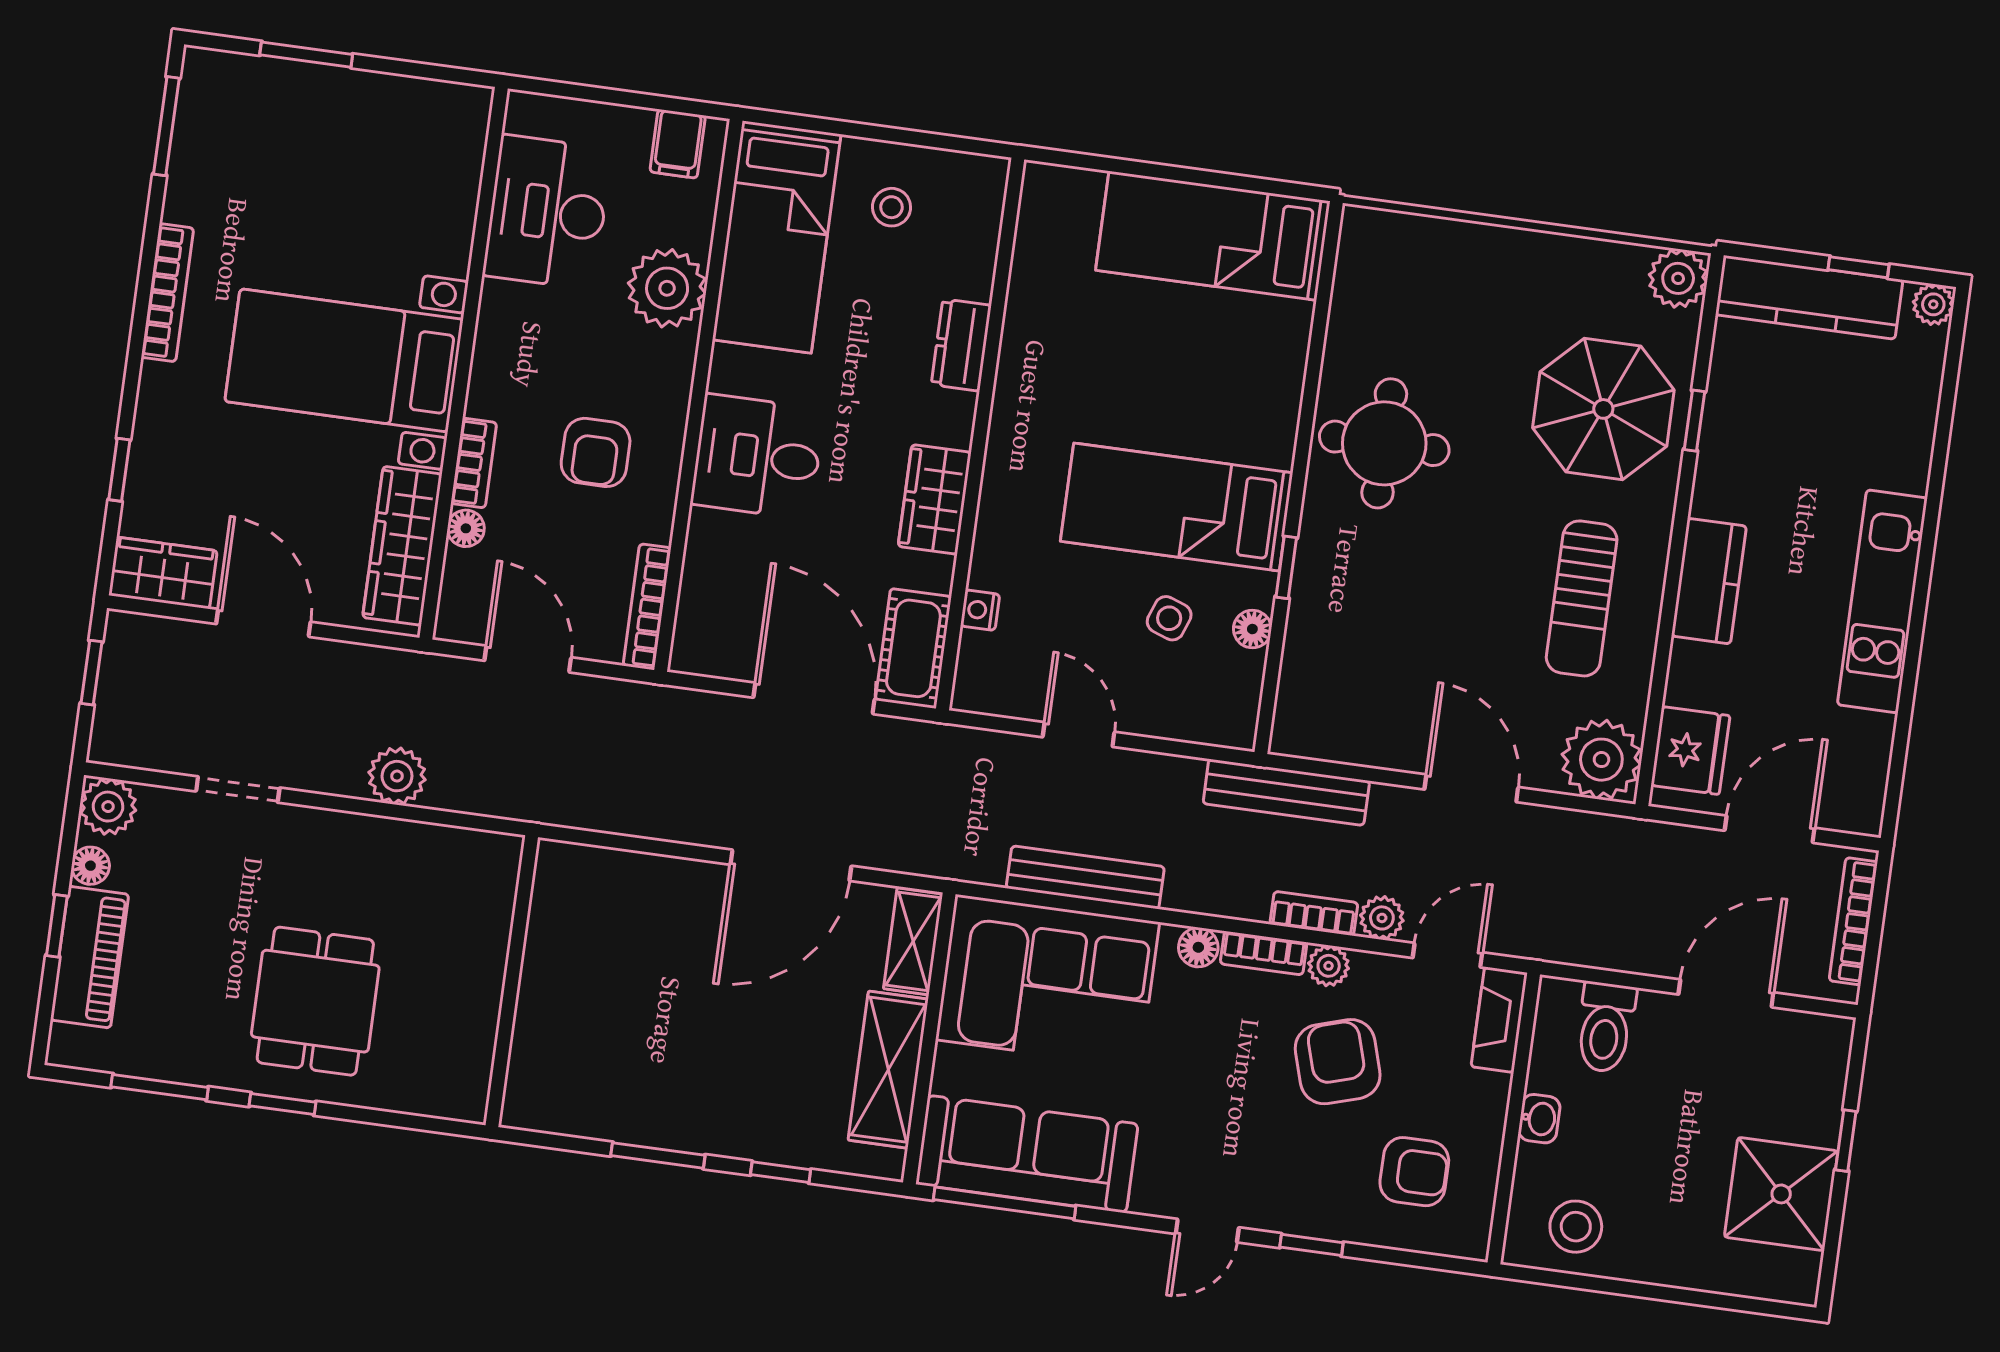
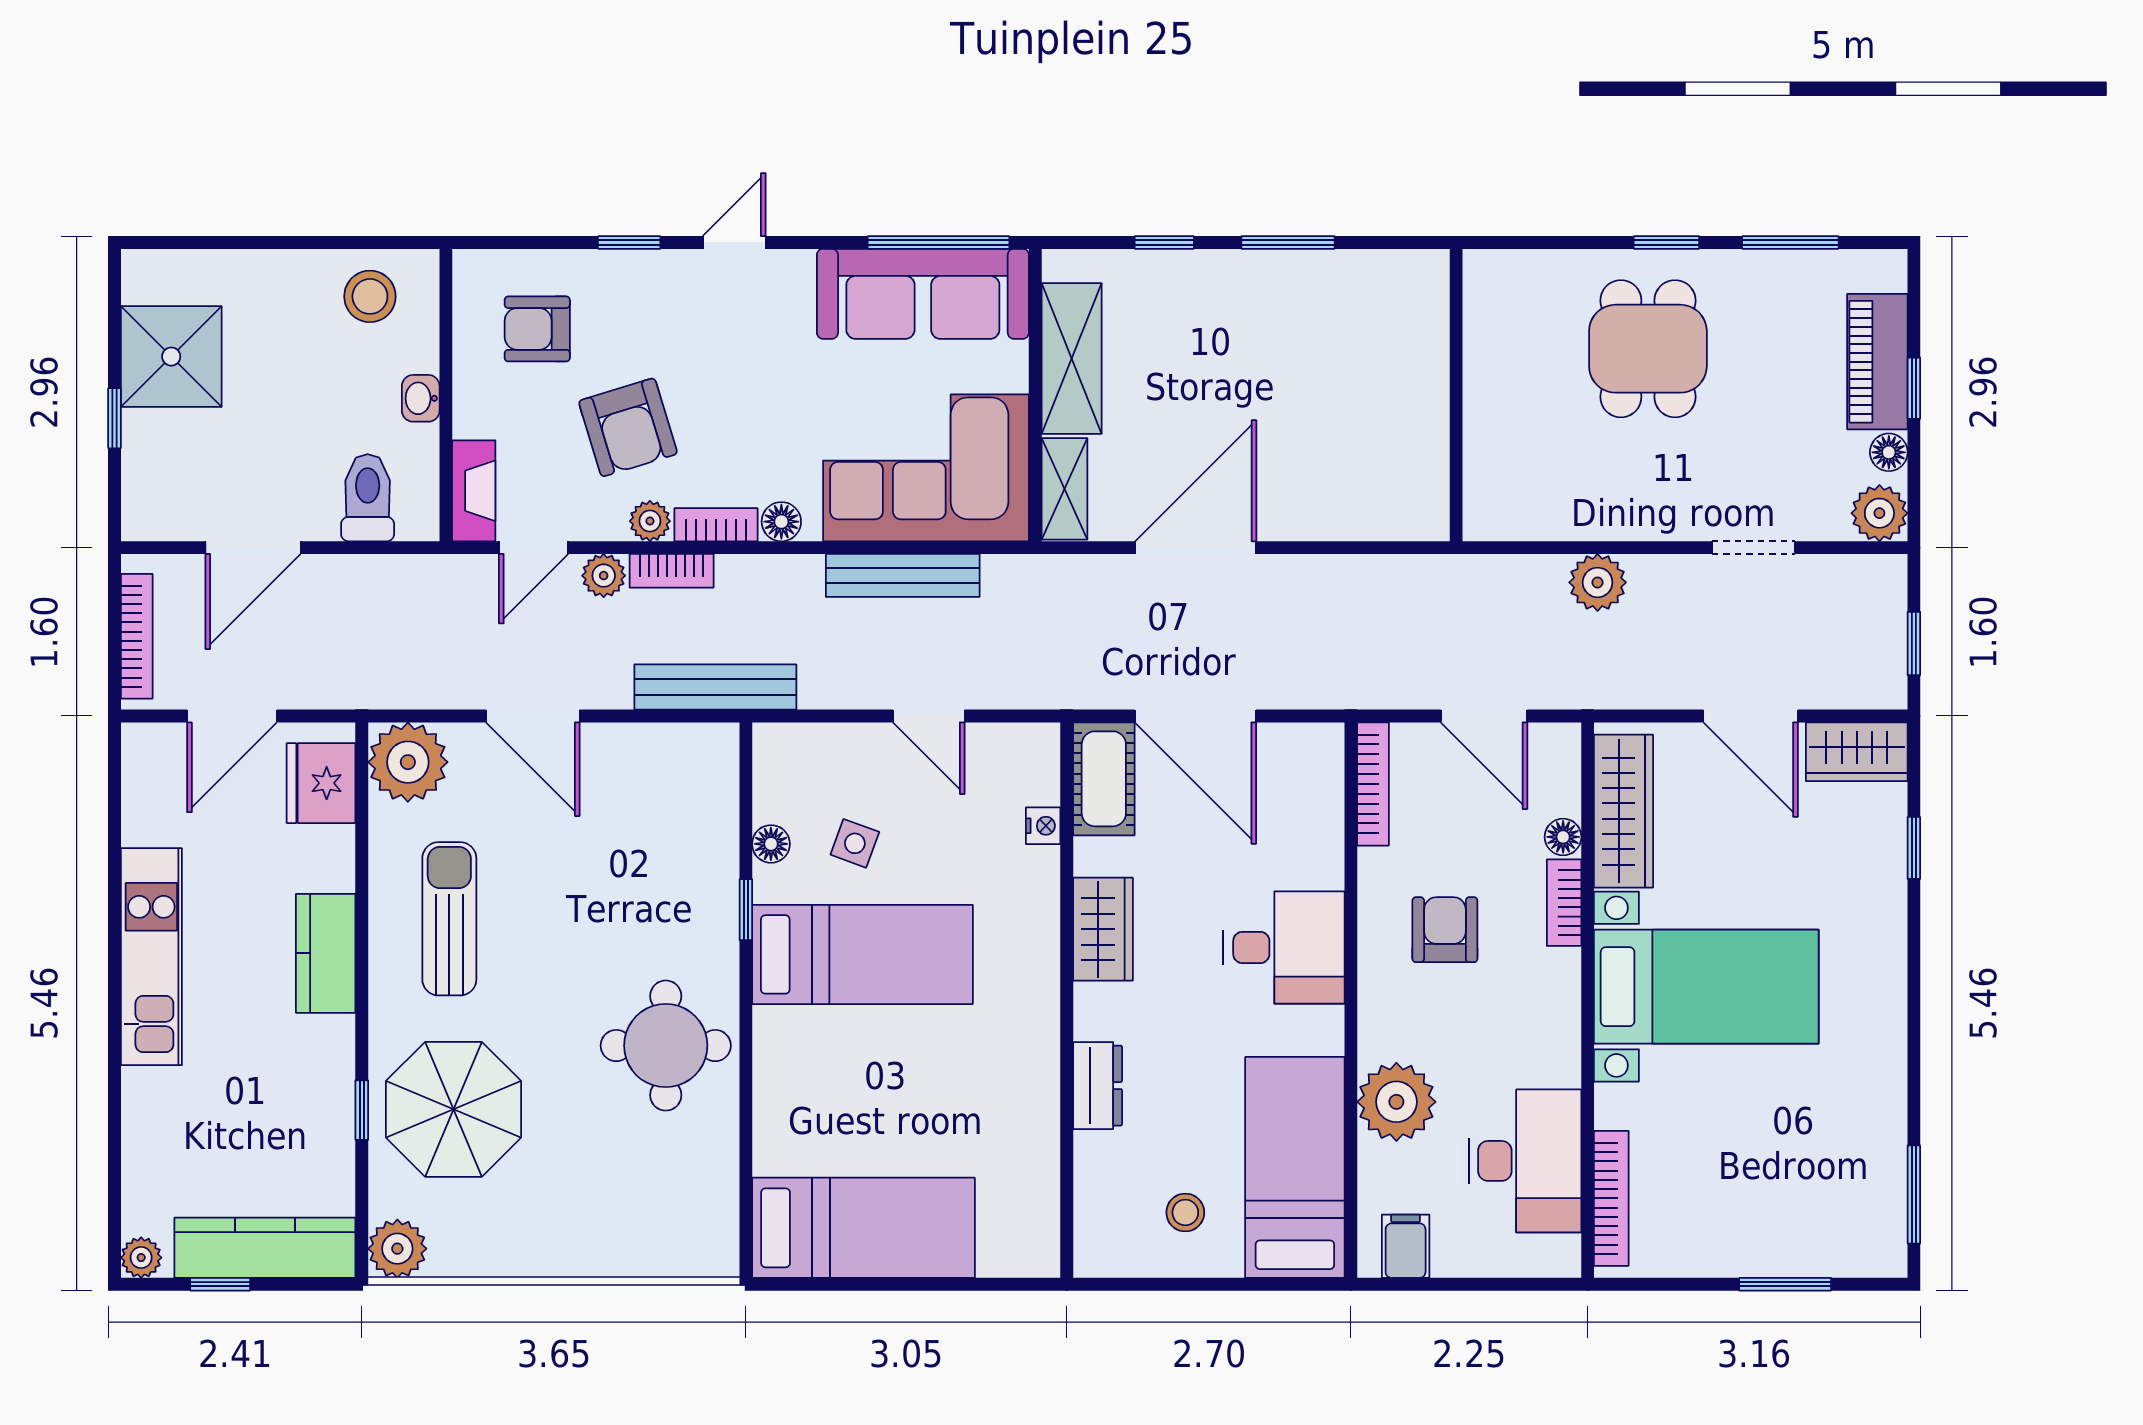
bookcase: (167, 293) -> (1611, 1198), moved, turned 180

